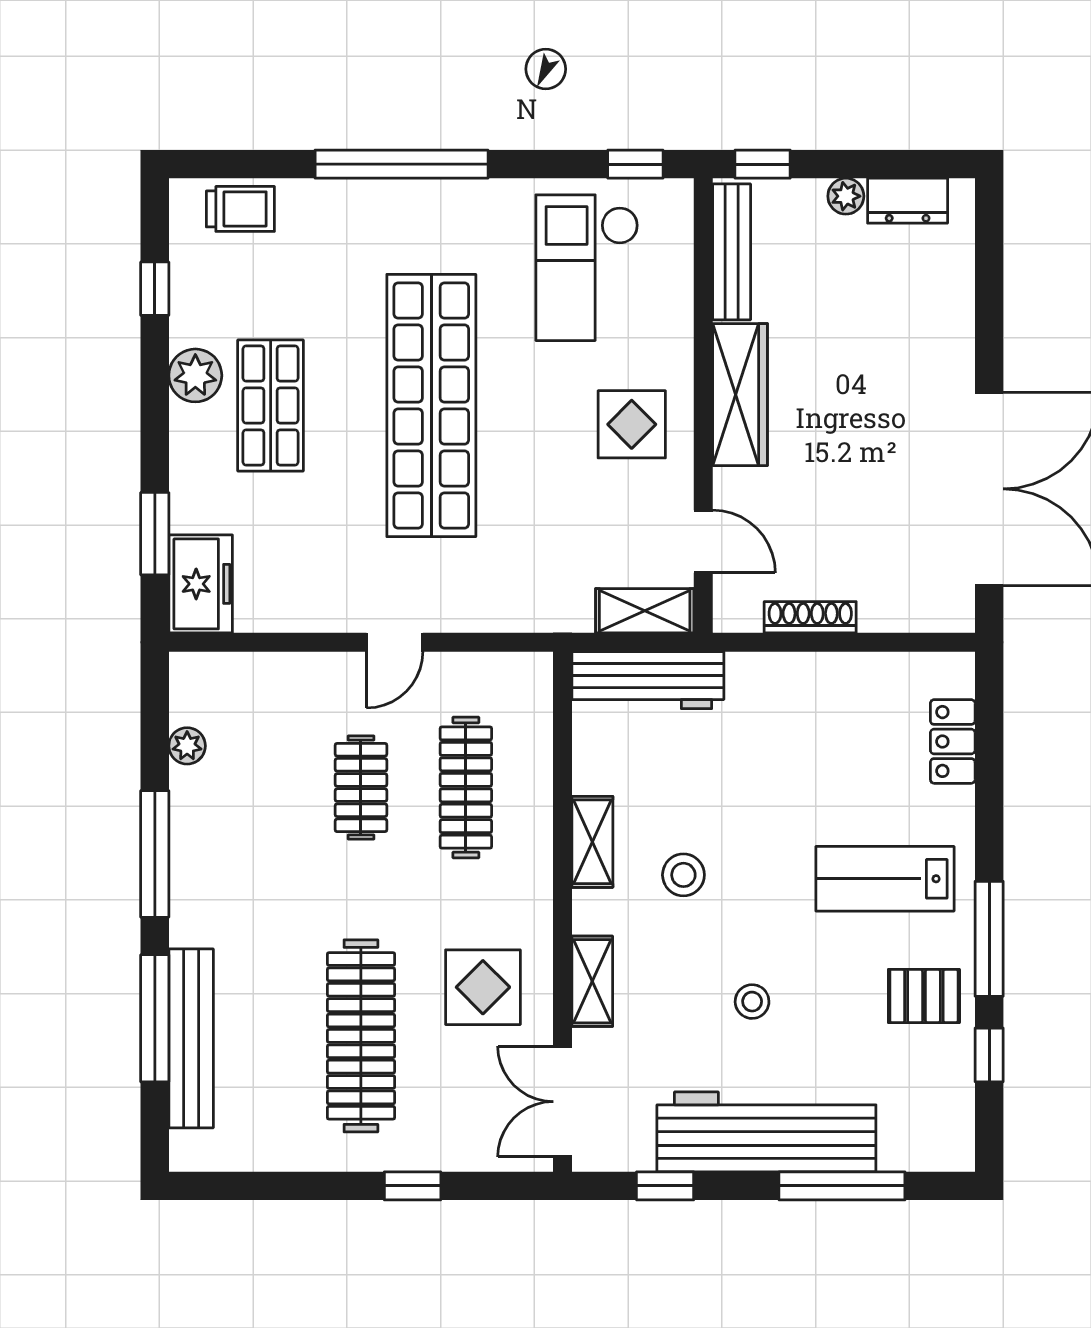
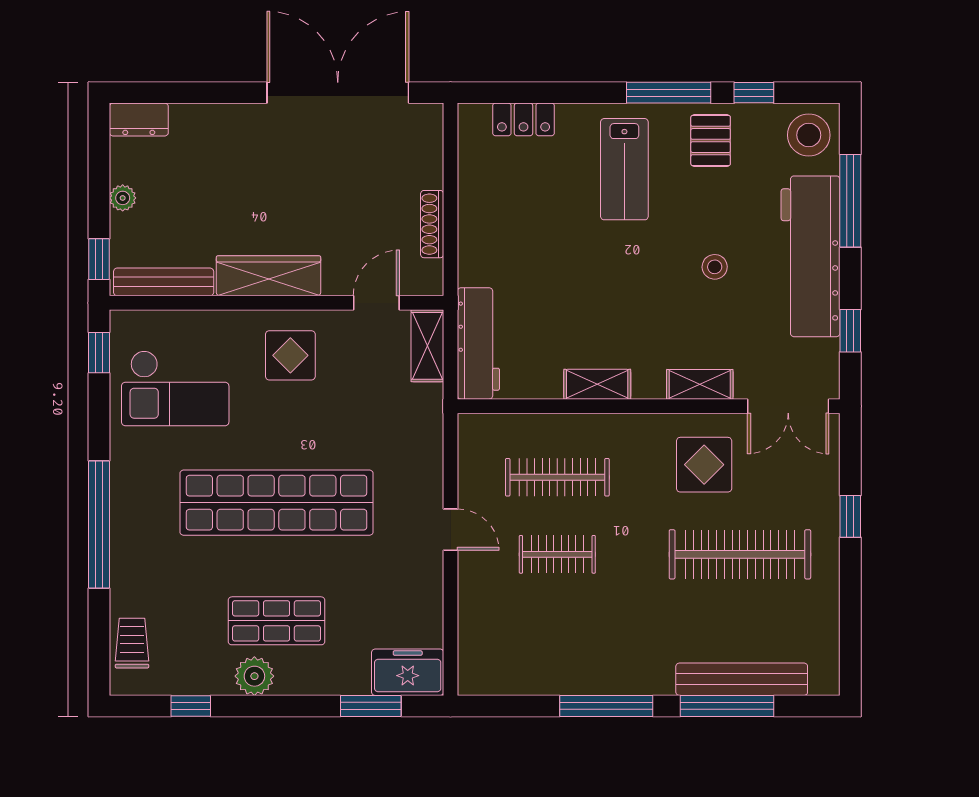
dresser: (908, 201) -> (139, 120), moved, turned 90
plant: (187, 746) -> (527, 682), removed
stool: (683, 875) -> (809, 135), moved, width x1.38, depth x1.38

